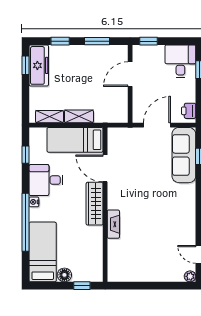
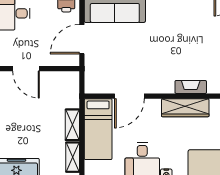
door: (157, 125) -> (82, 39), hinge flipped
wardrobe: (95, 204) -> (185, 108), moved

